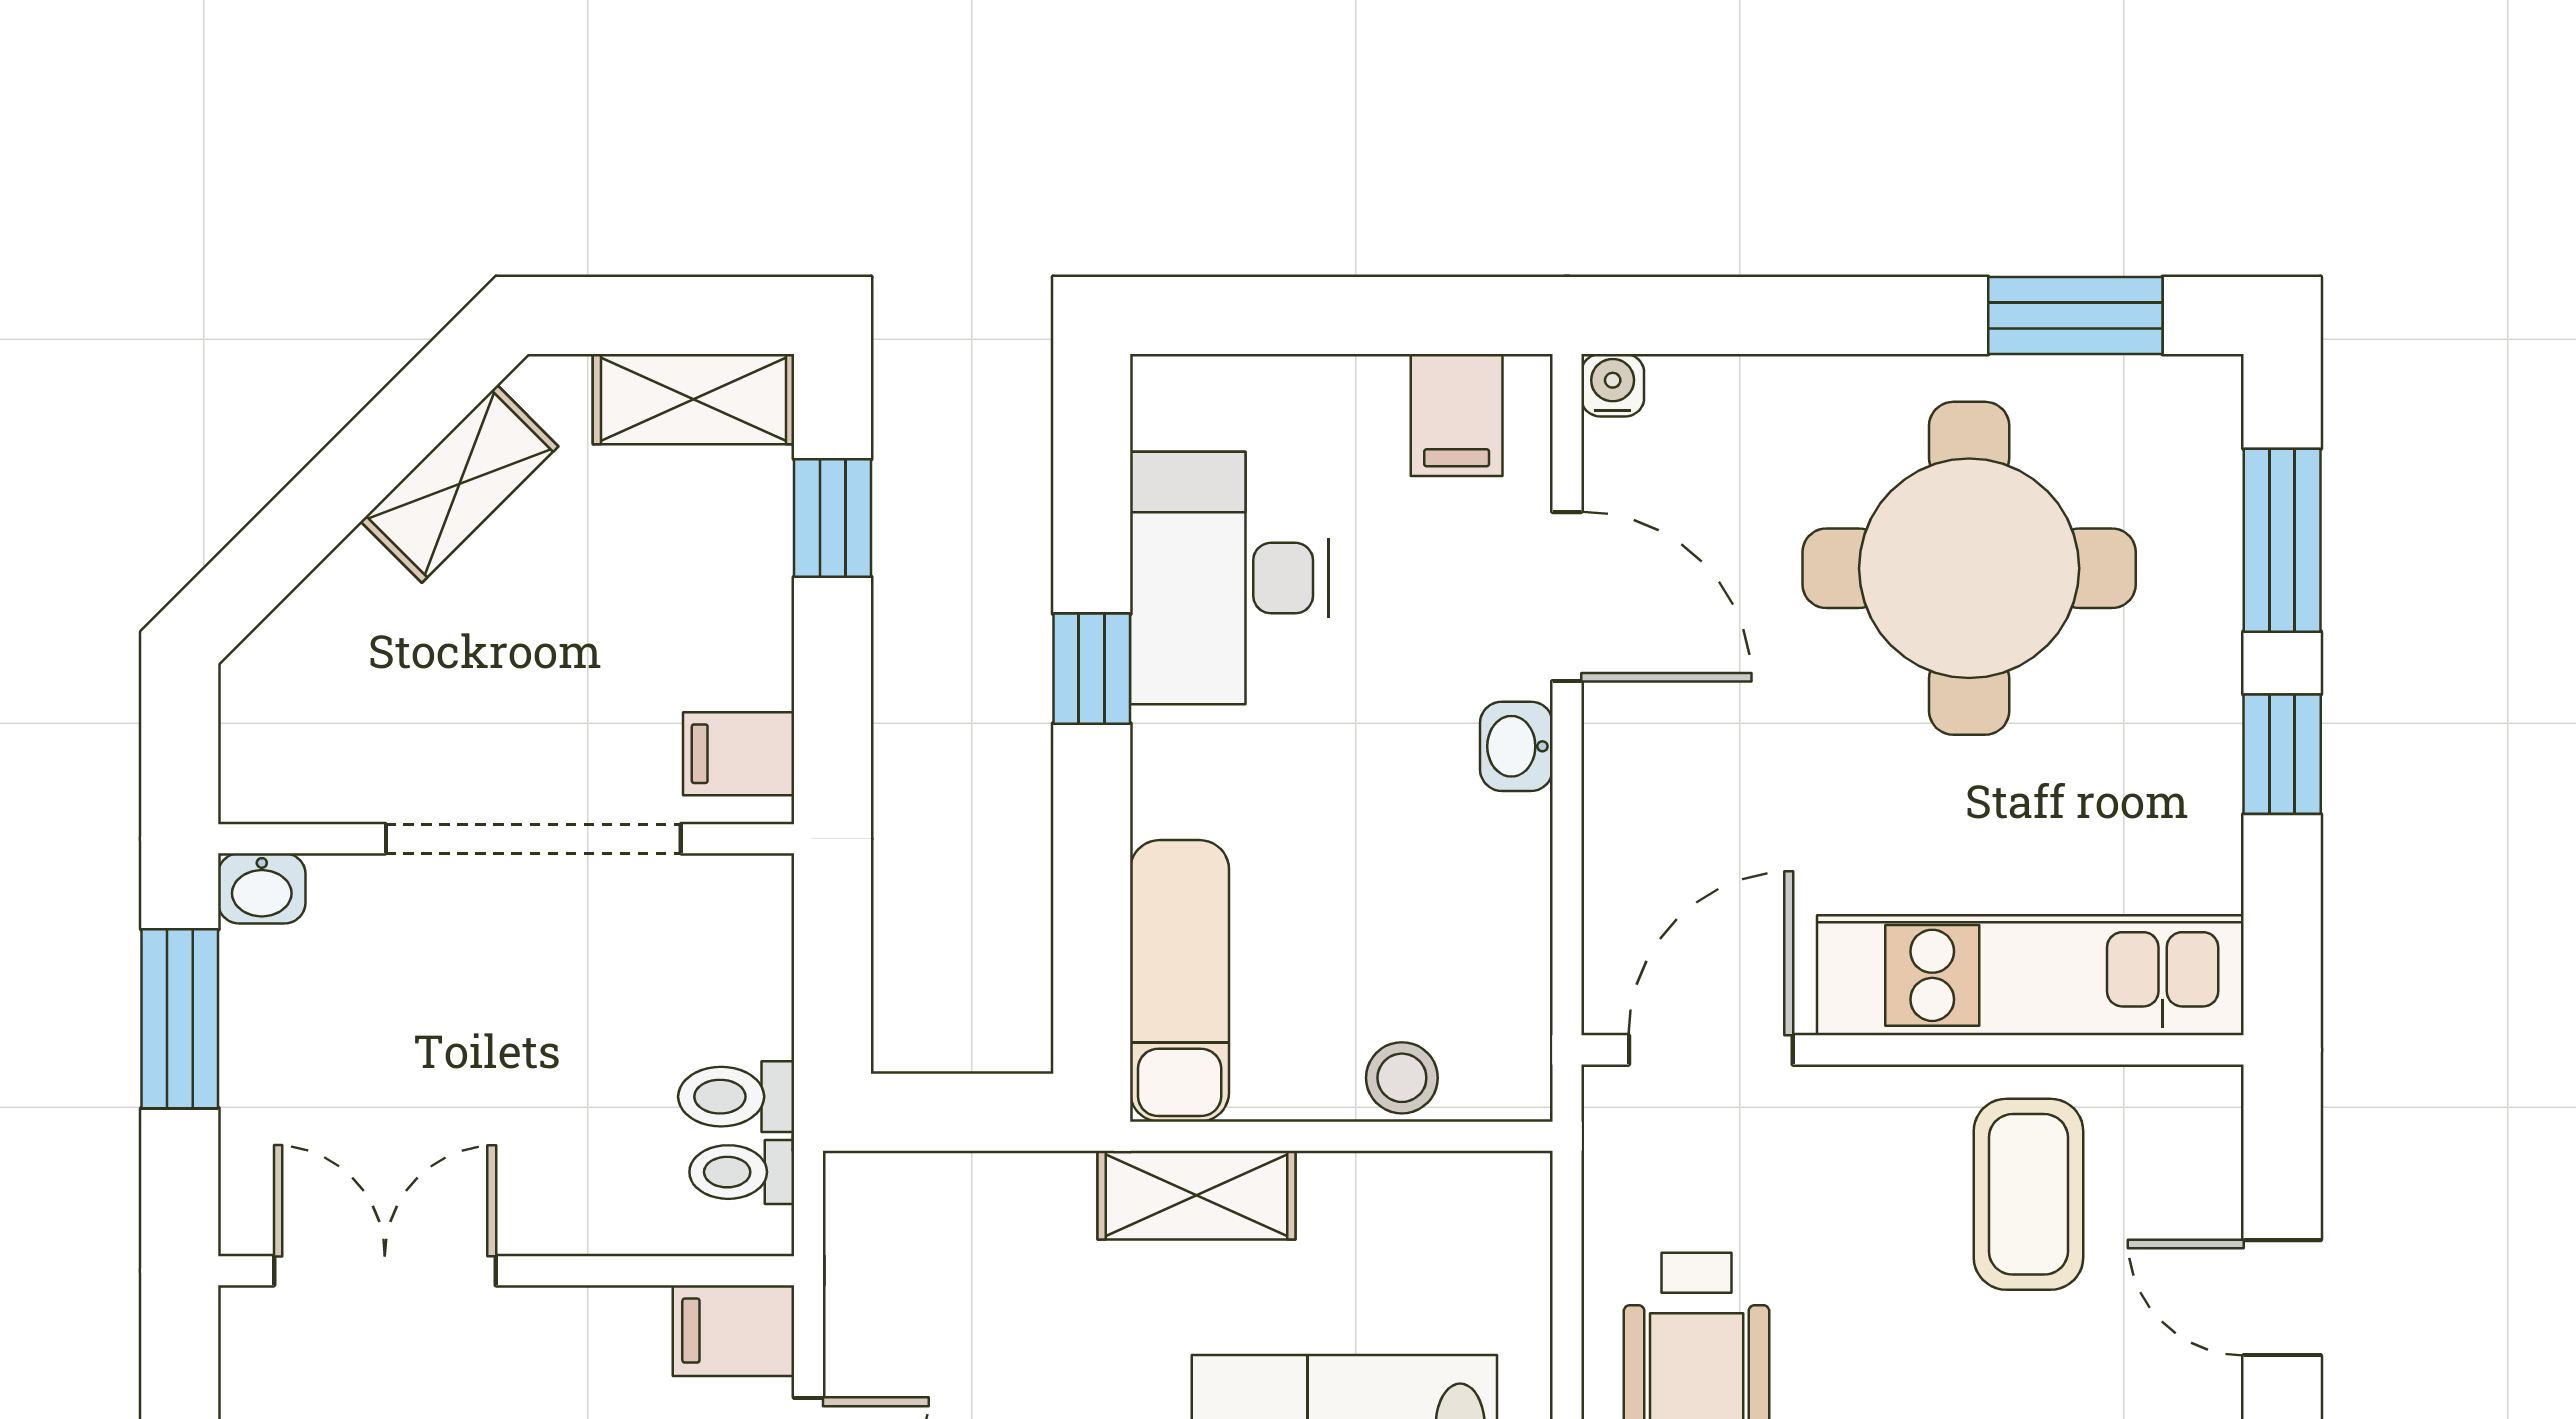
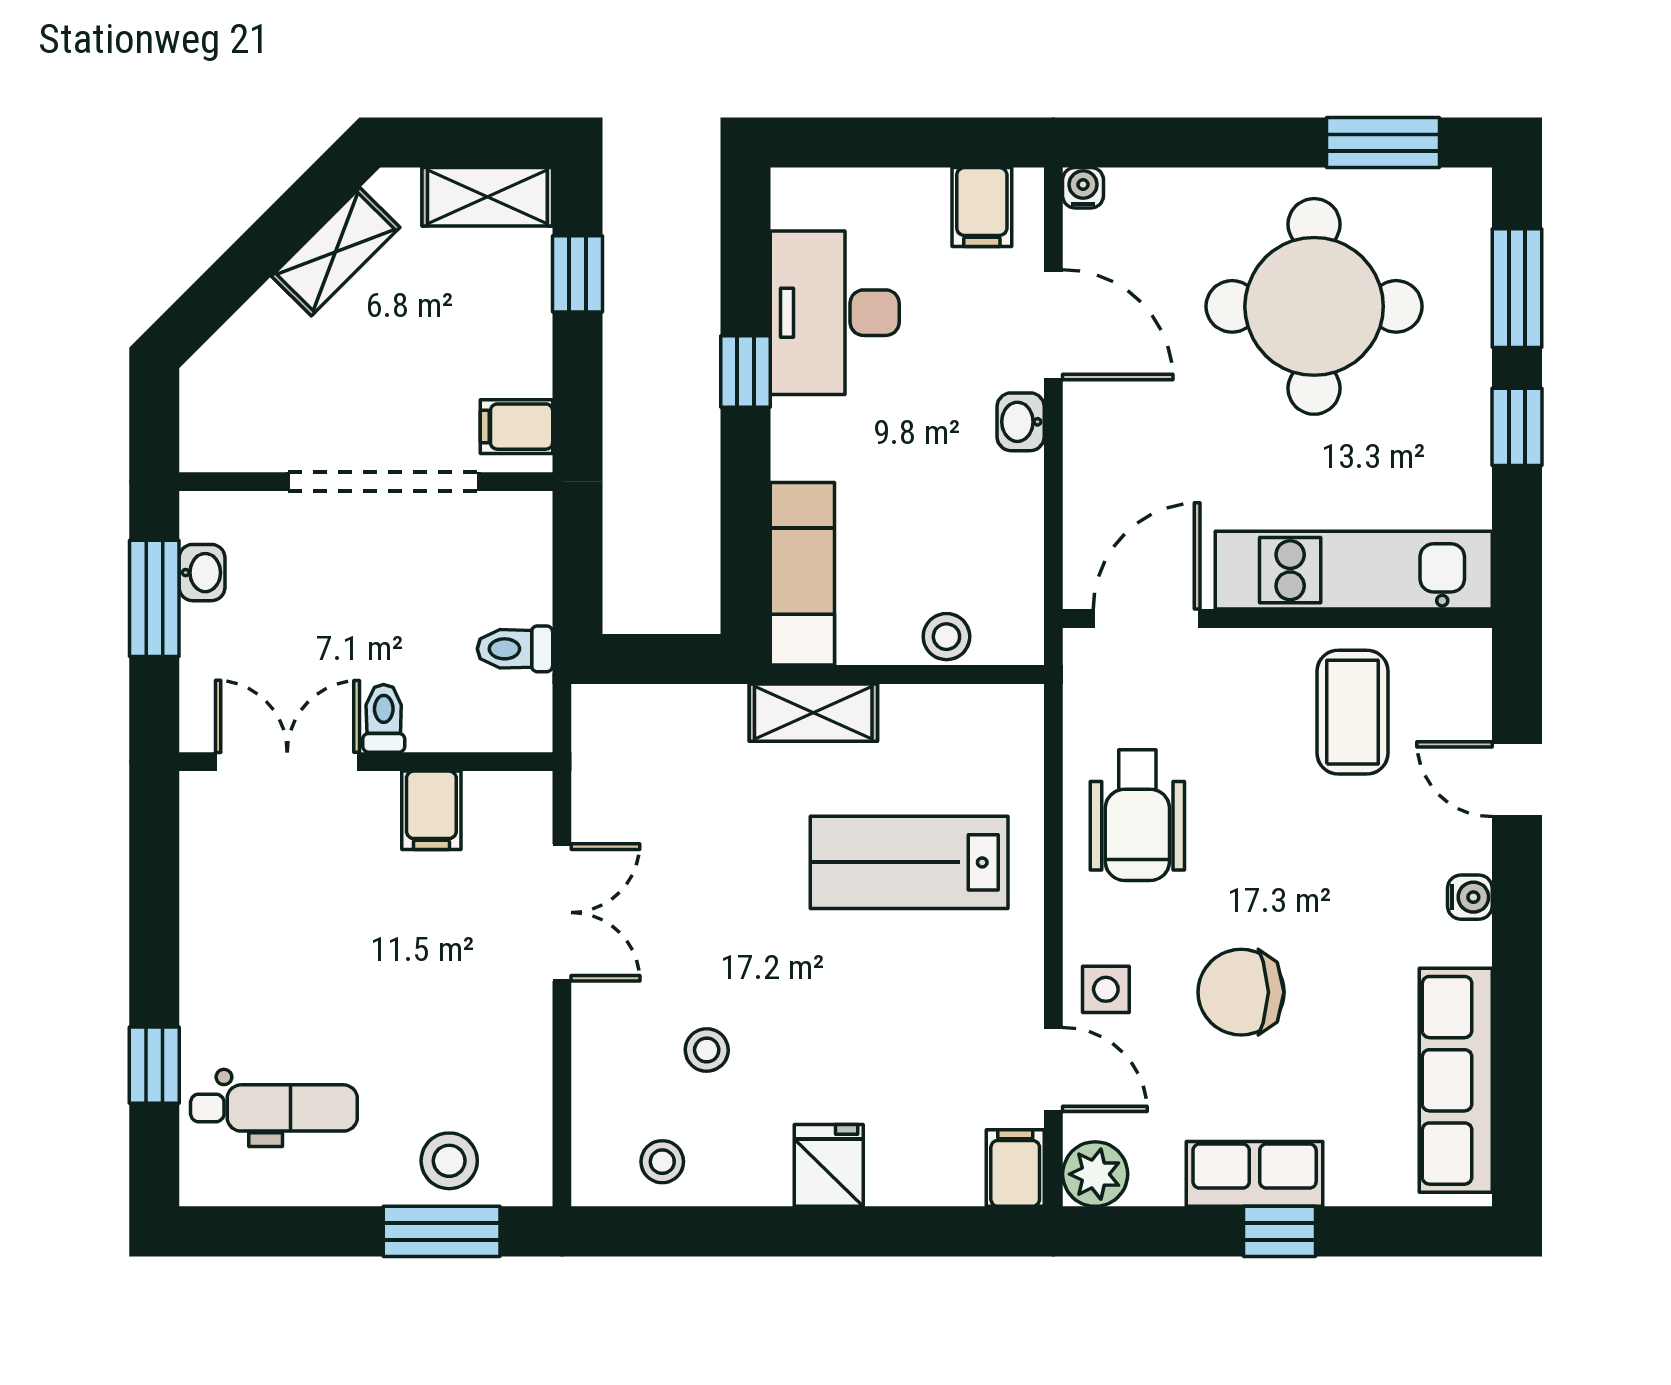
washbasin: (262, 888) -> (202, 573), moved, turned -90
toilet: (742, 1172) -> (384, 718), moved, turned 90
filing cabinet: (733, 1331) -> (431, 810), moved, turned -90

